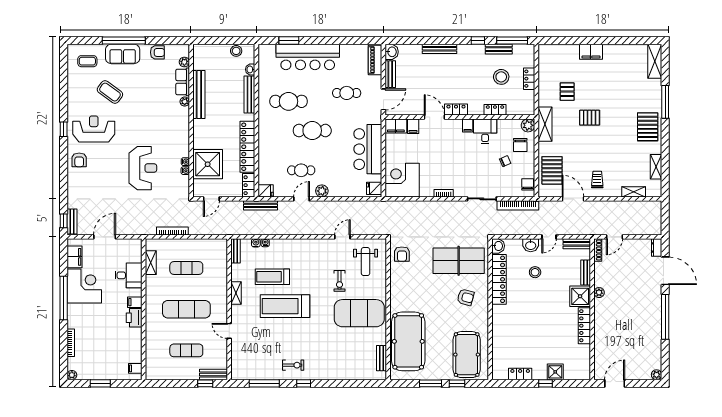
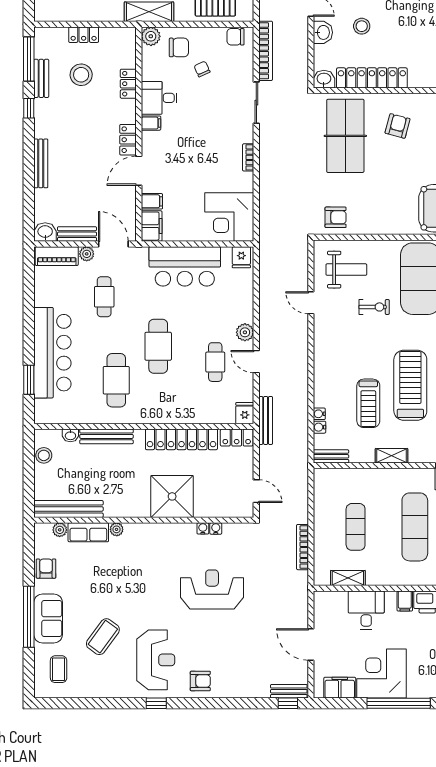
plant: (376, 81) -> (87, 254), added
bench: (199, 94) -> (68, 509), moved
reception desk: (94, 129) -> (156, 660), turned 180
shower: (208, 164) -> (172, 496), moved
treadmill: (285, 306) -> (410, 385), turned 180

